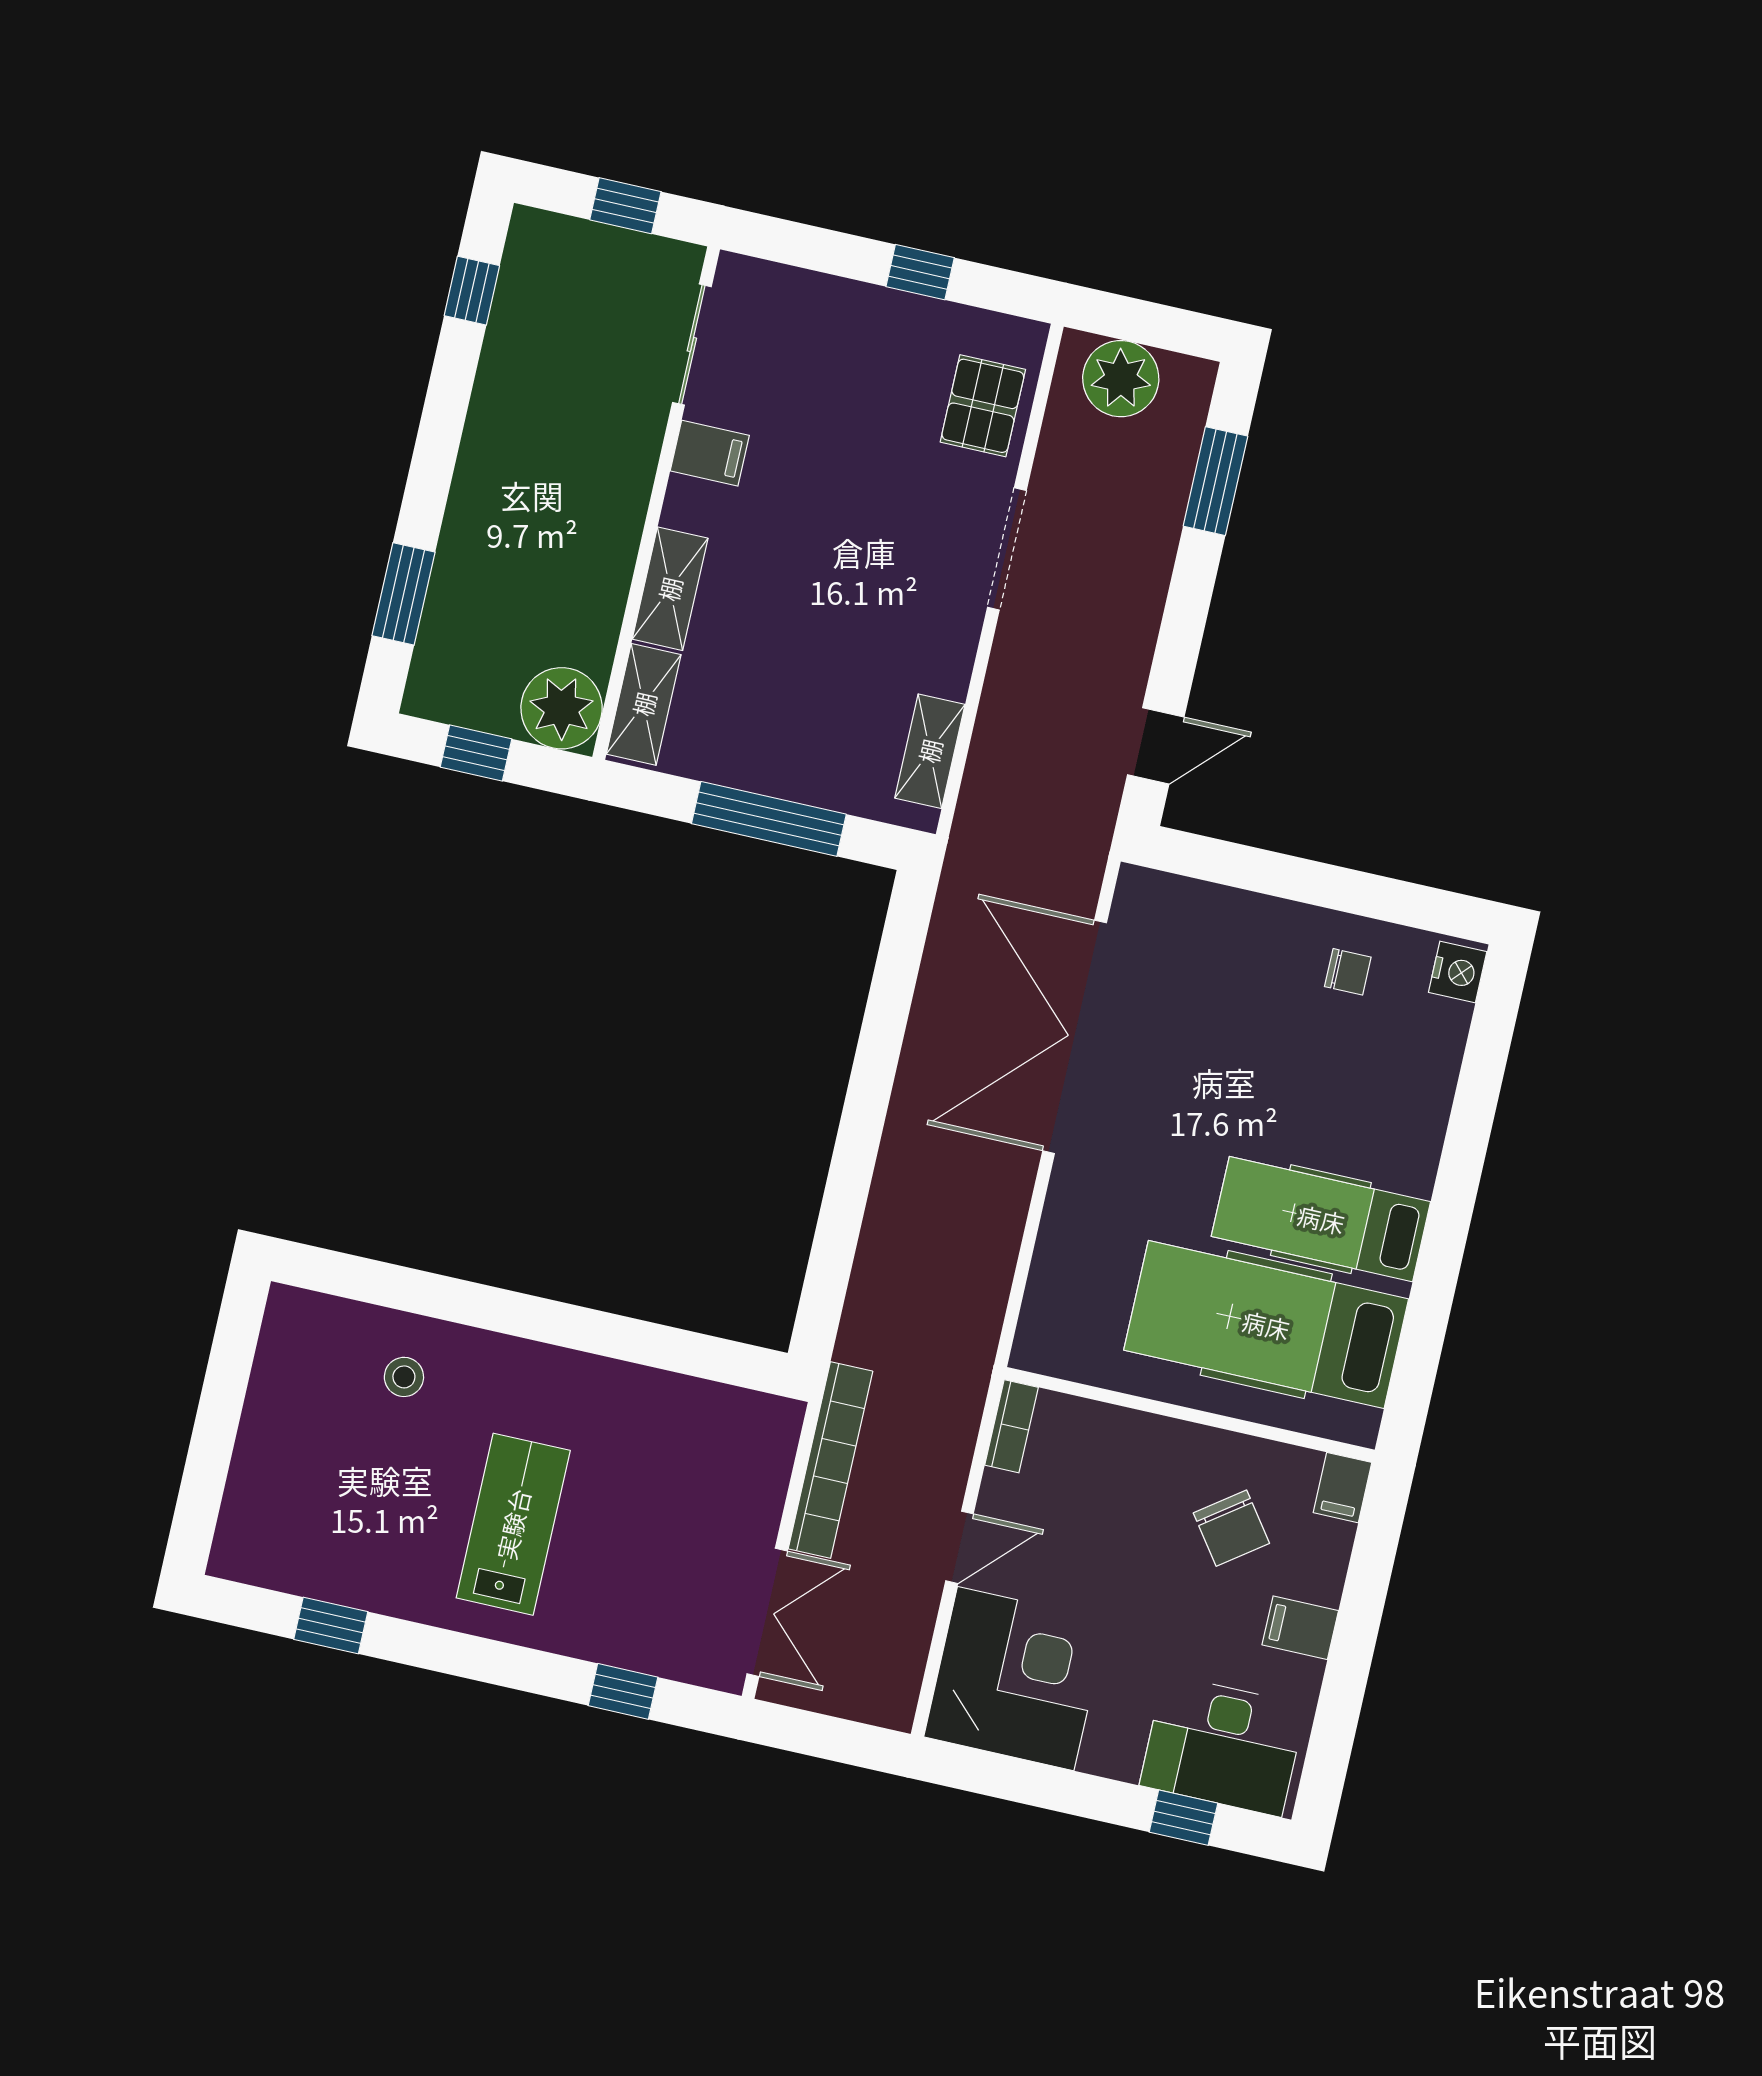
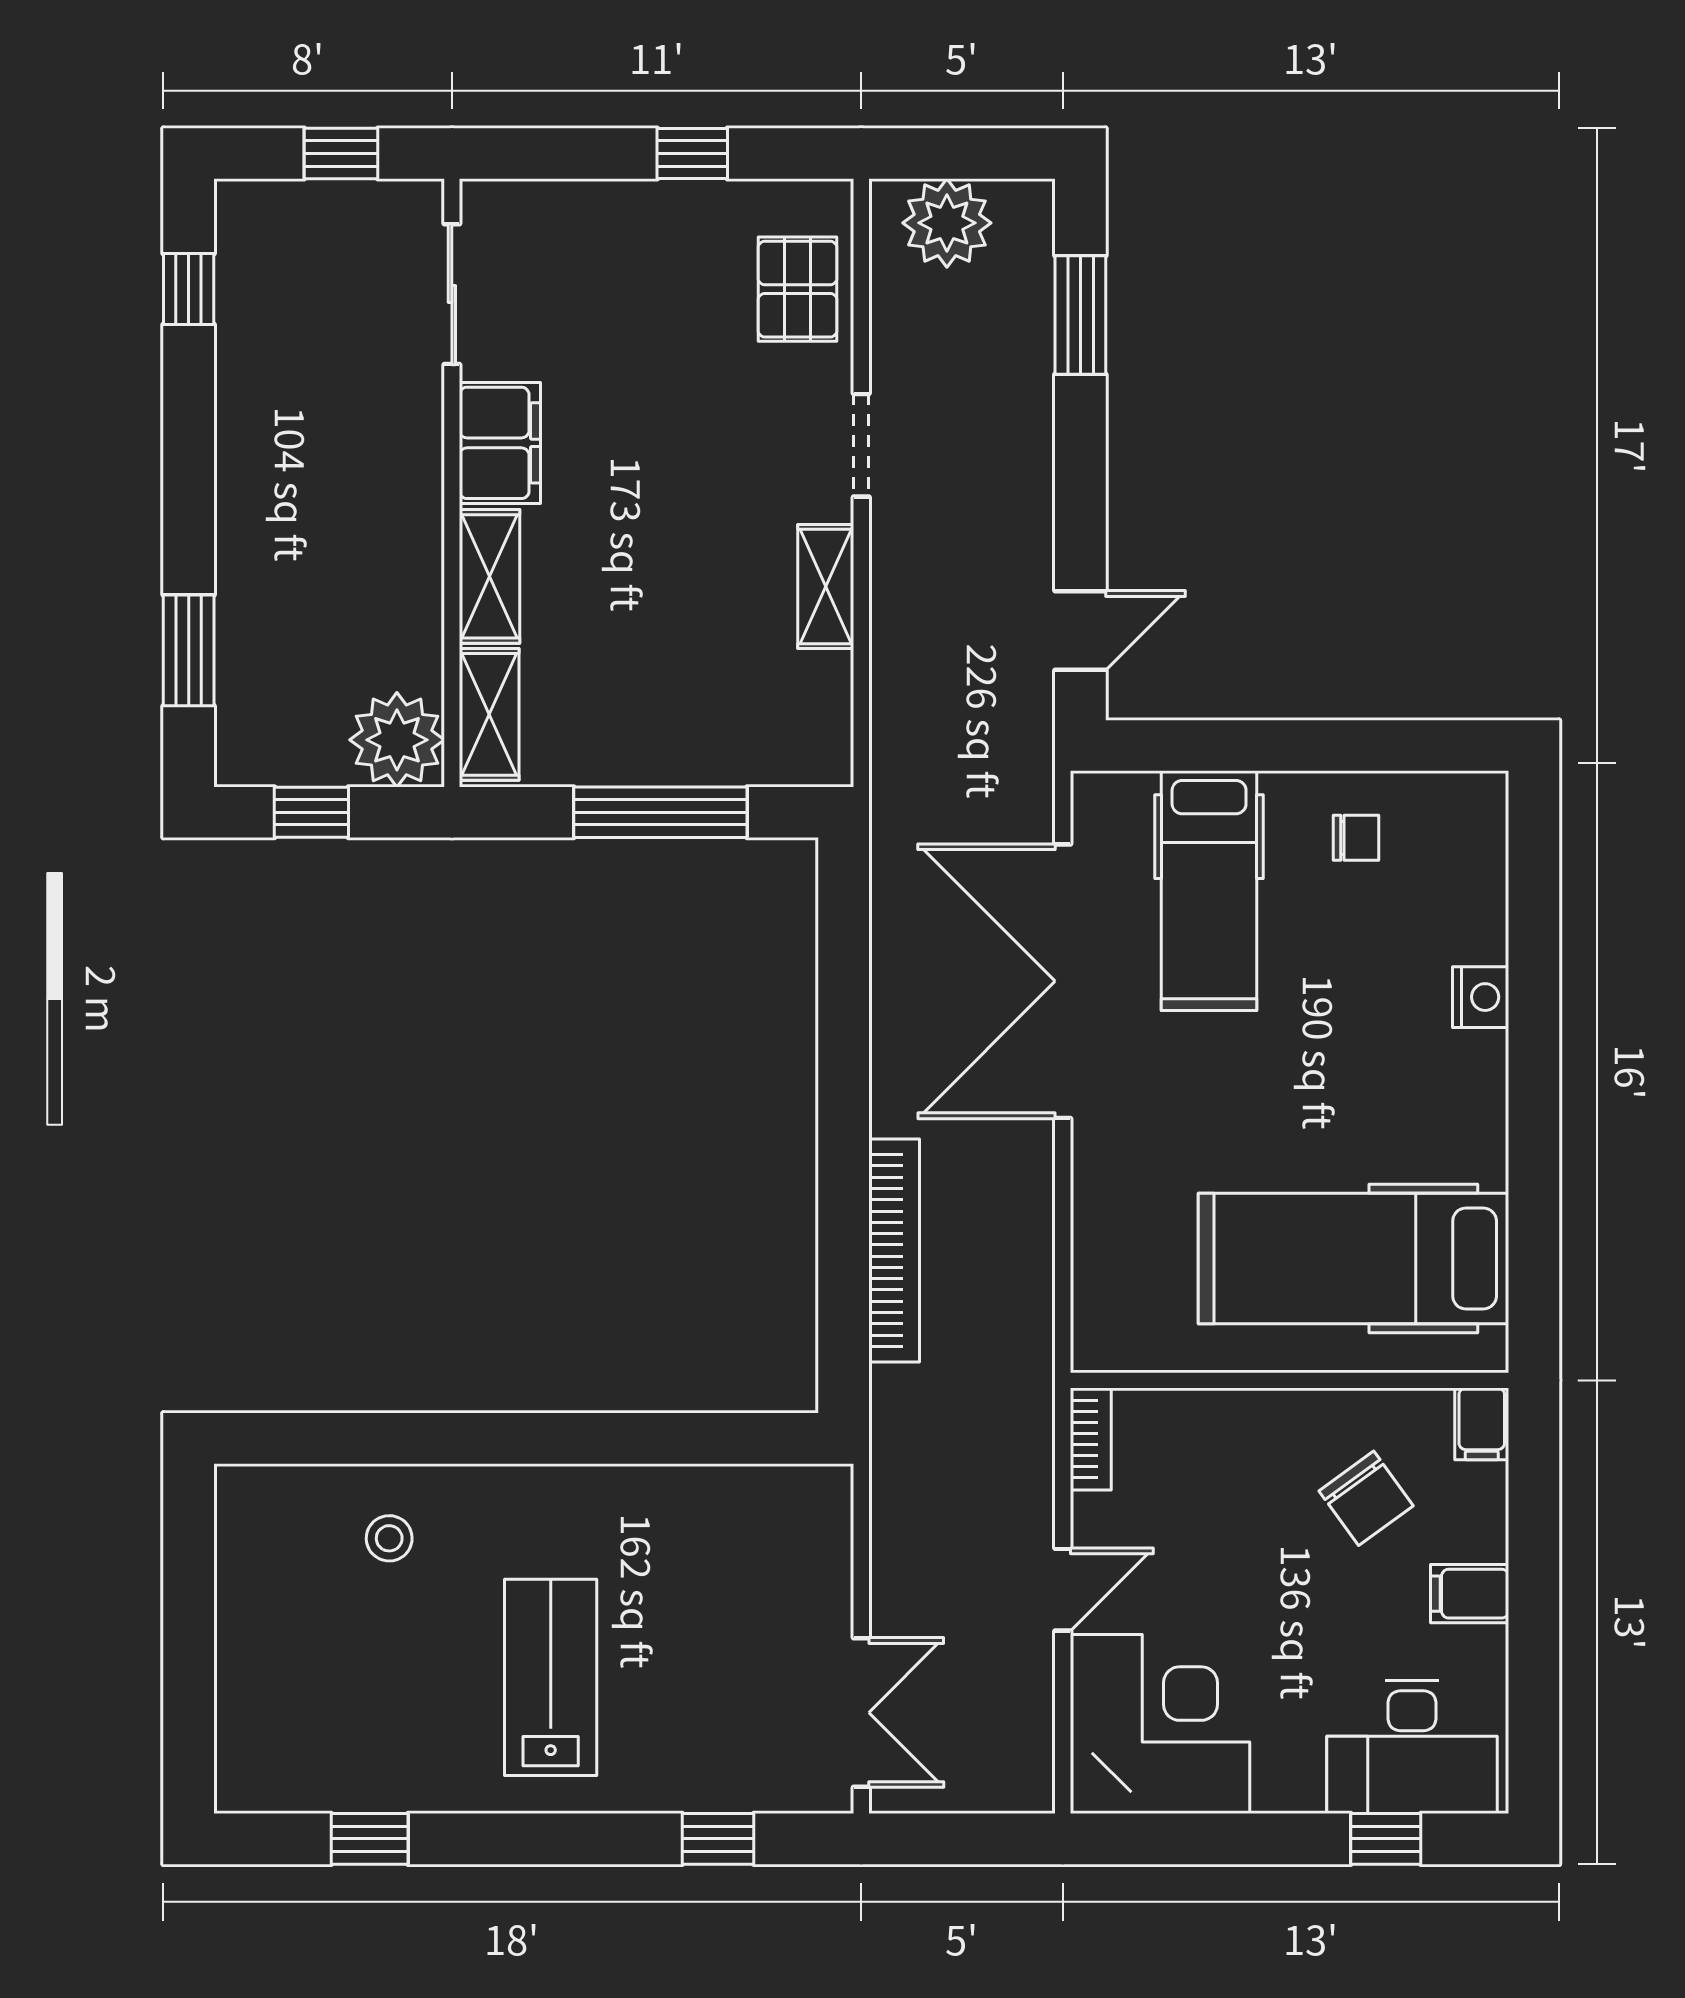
filing cabinet: (710, 453) -> (500, 443), width x2.00
doorway: (1007, 549) -> (861, 445), width x0.73
shelving: (930, 751) -> (826, 586), moved
nightstand: (1458, 972) -> (1481, 997), moved
hospital bed: (1321, 1219) -> (1209, 891), moved, turned -90
bookcase: (831, 1460) -> (894, 1250), moved

